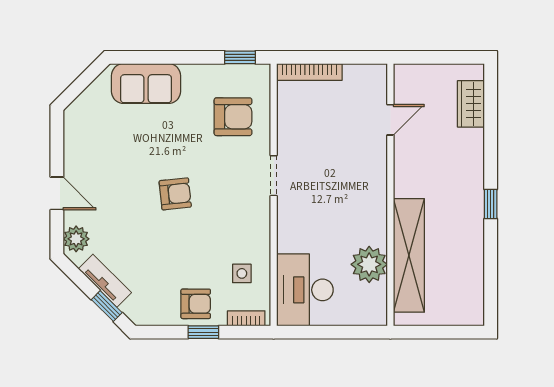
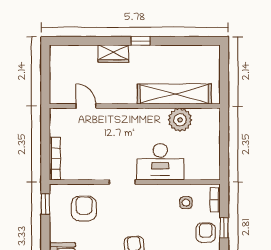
wardrobe: (471, 104) -> (113, 54), moved
desk: (305, 290) -> (160, 162), moved

